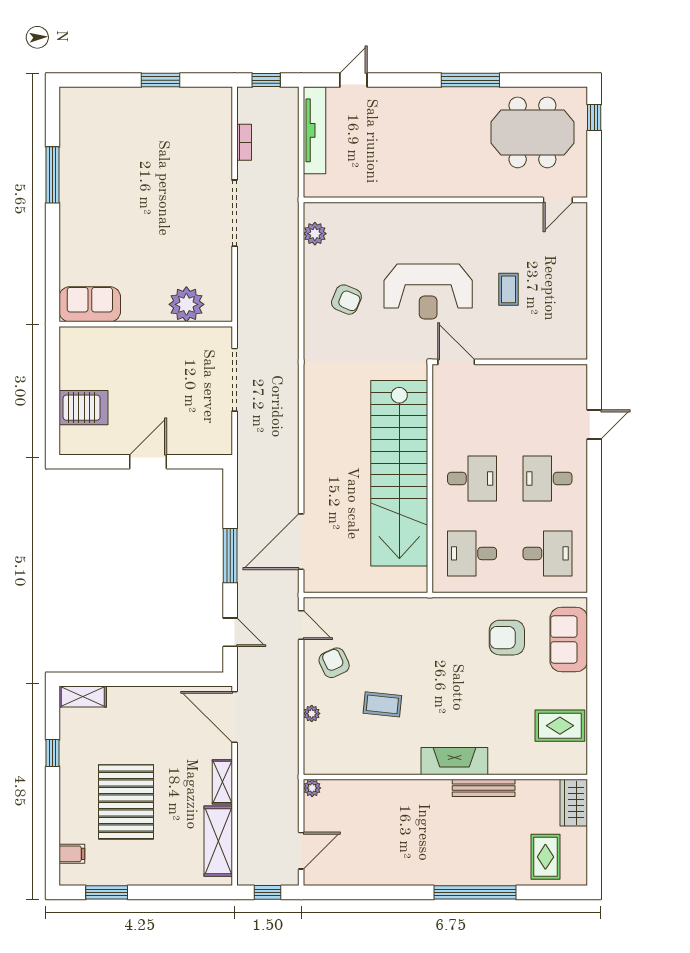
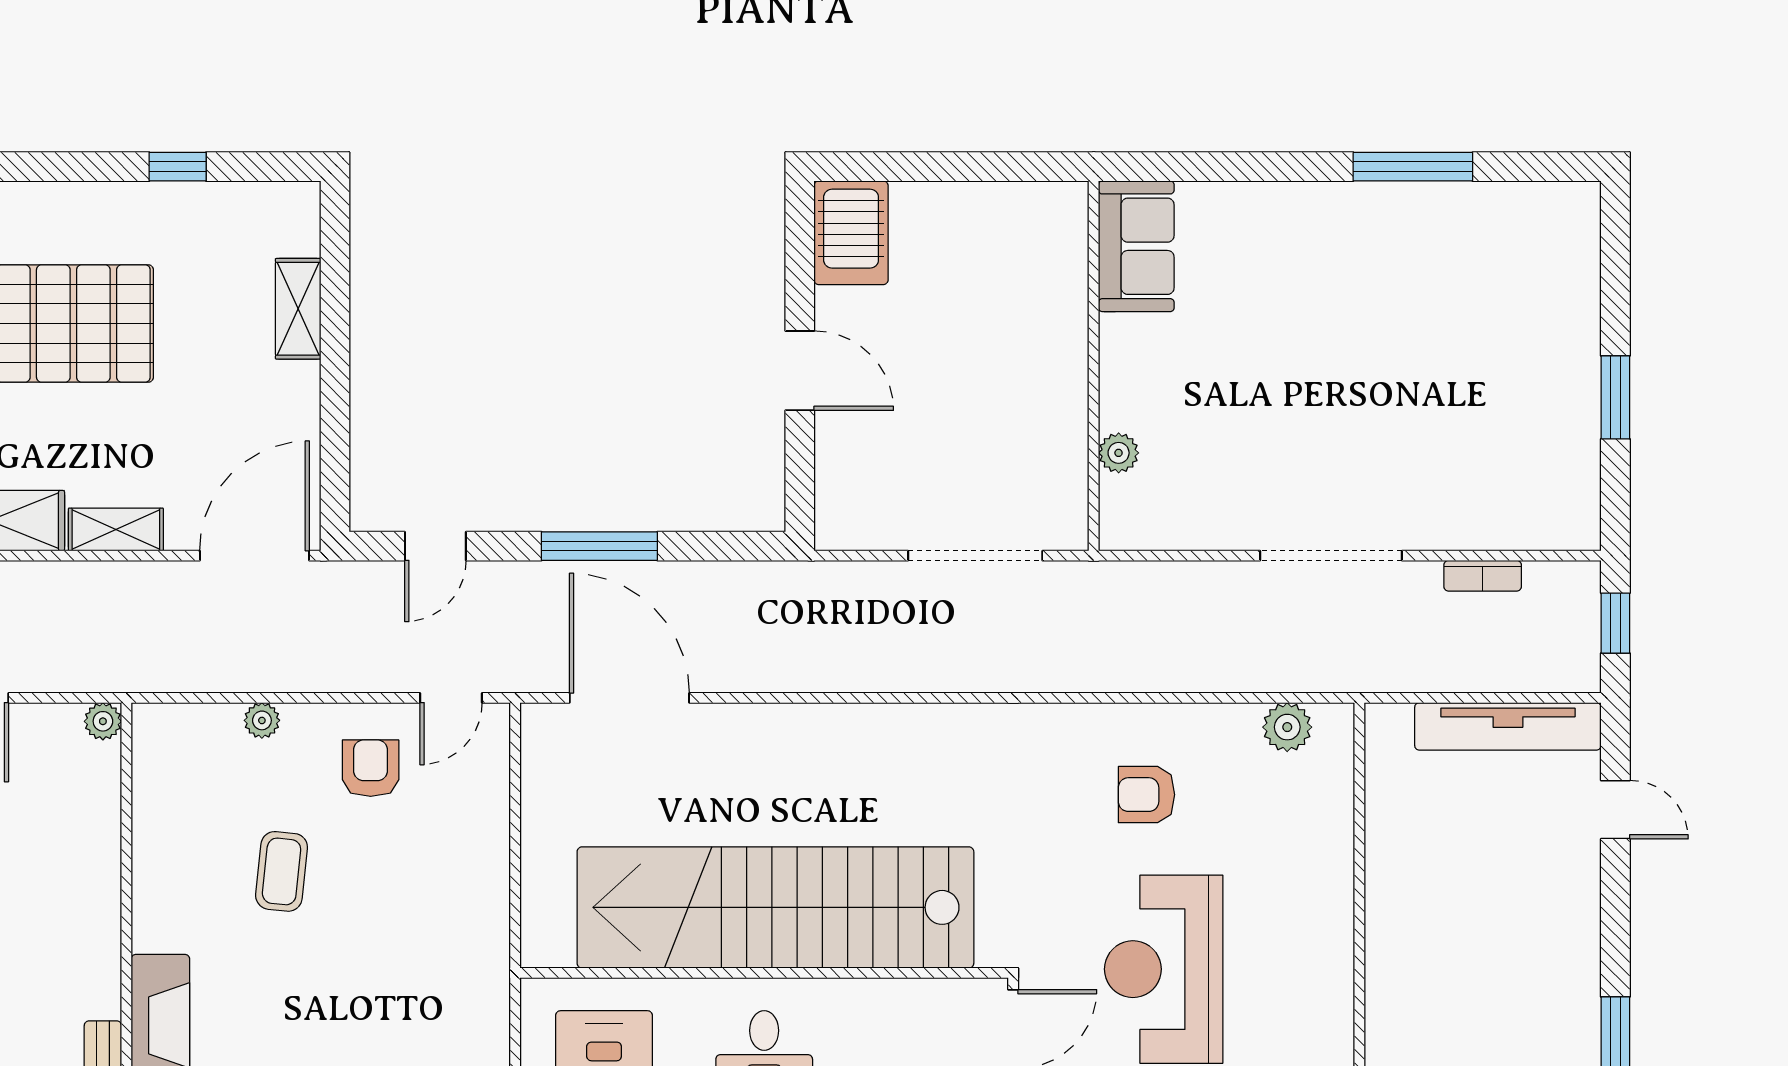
armchair: (346, 300) -> (1146, 795), turned 67
plant: (186, 304) -> (1119, 453), width x0.53, depth x0.53
server rack: (83, 408) -> (851, 233), moved
armchair: (334, 663) -> (371, 768), turned -65
shelving: (83, 697) -> (298, 309), moved

